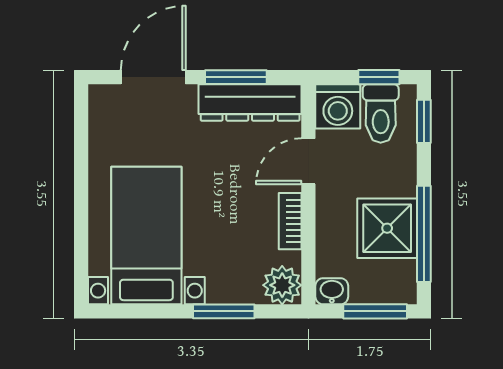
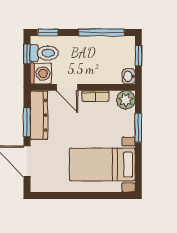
shower: (387, 228) -> (99, 50), removed
window: (375, 311) -> (138, 56), width x0.67

